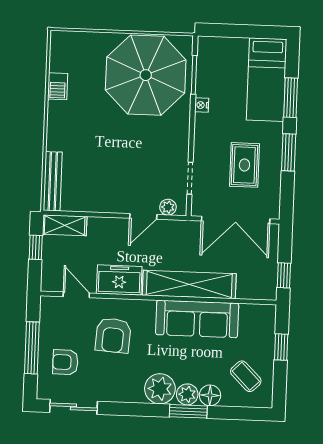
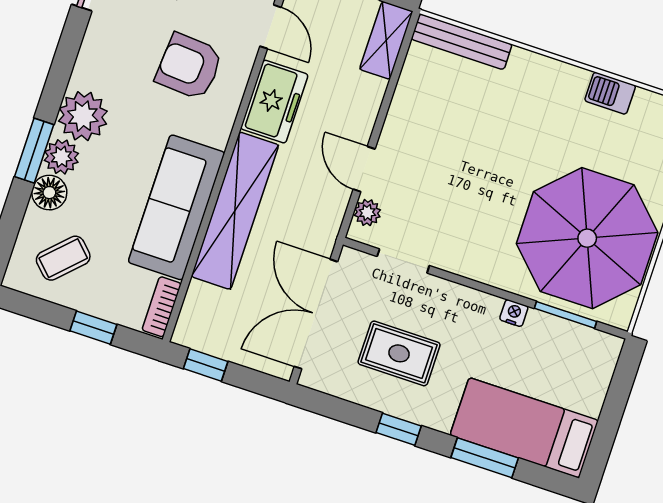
window: (289, 152) -> (399, 429), width x0.67
door: (76, 295) -> (270, 27), hinge flipped
bookcase: (257, 311) -> (162, 307), added

